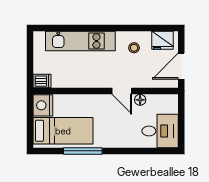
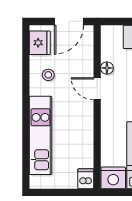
door: (181, 66) -> (69, 21), hinge flipped
door: (122, 91) -> (97, 89), swing flipped

